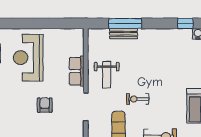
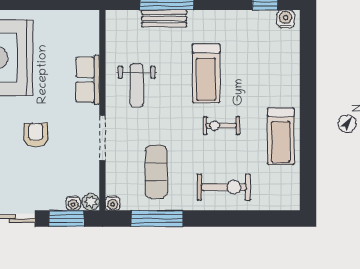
treadmill: (149, 67) -> (206, 73), added
exercise bike: (138, 99) -> (221, 126), moved

